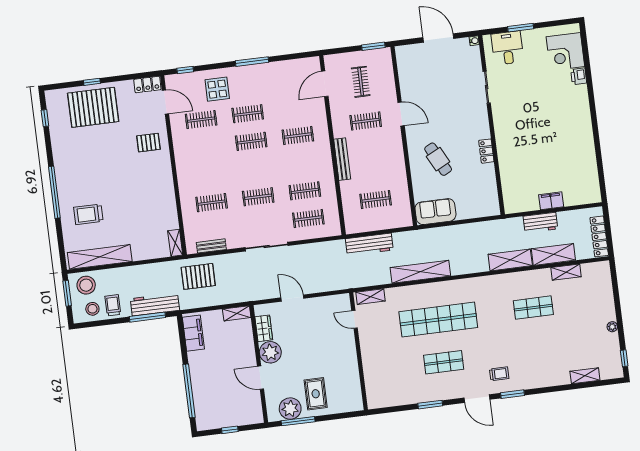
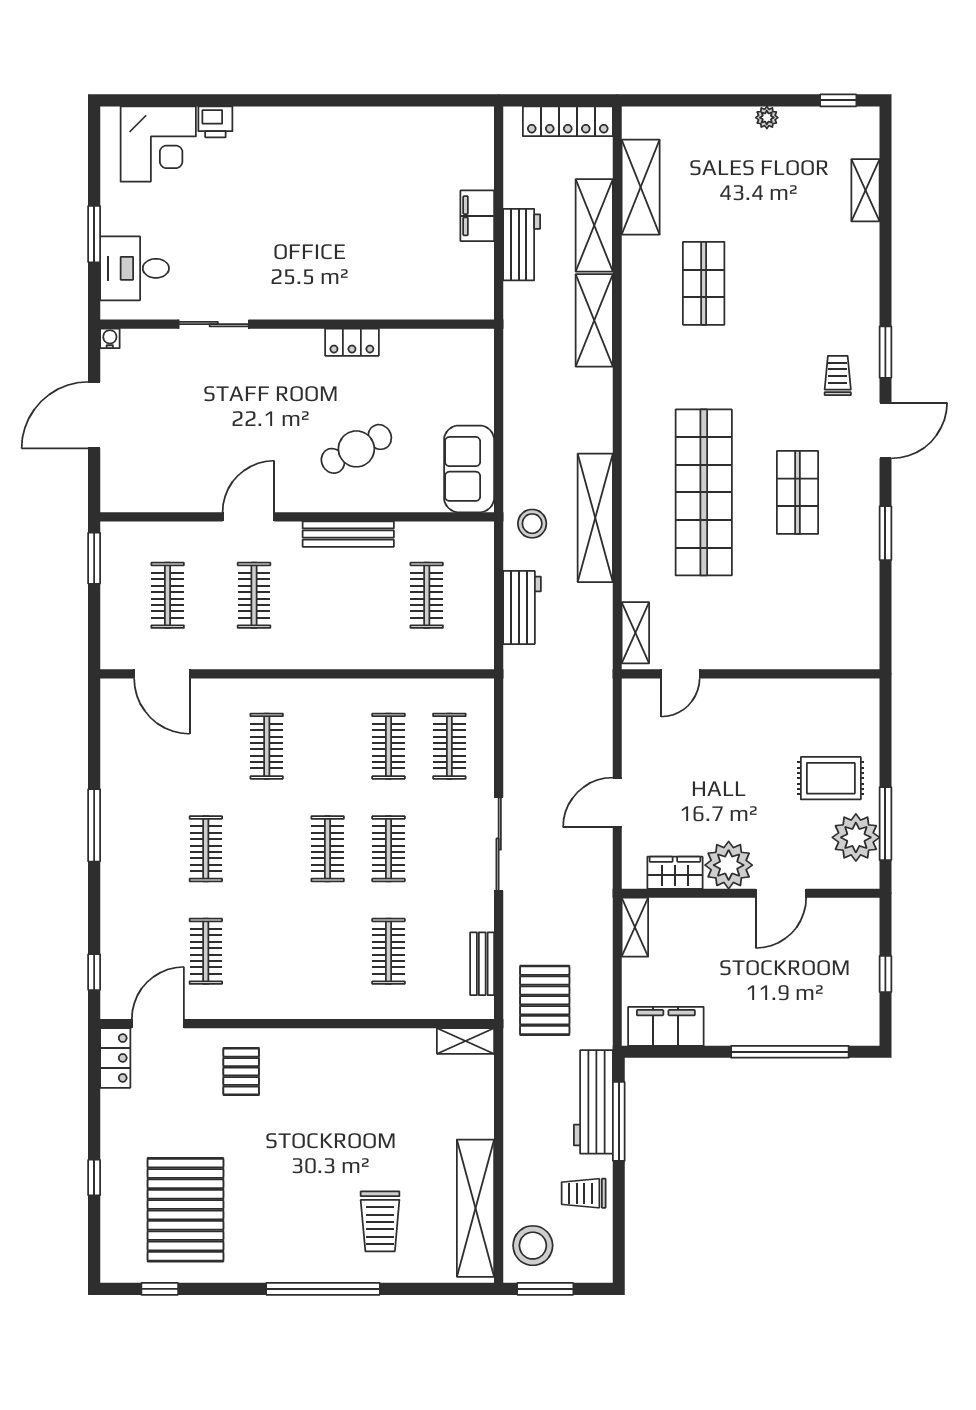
clothes rail: (361, 82) -> (168, 595), turned 90
display table: (217, 89) -> (144, 908), removed
pallet: (93, 107) -> (185, 1210), moved
clothes rail: (251, 141) -> (328, 849), moved
bench: (342, 159) -> (348, 534), moved
workbench: (369, 244) -> (522, 607), width x0.73
shelving: (566, 272) -> (641, 187), width x1.50, depth x1.33
stool: (92, 309) -> (532, 524), moved

